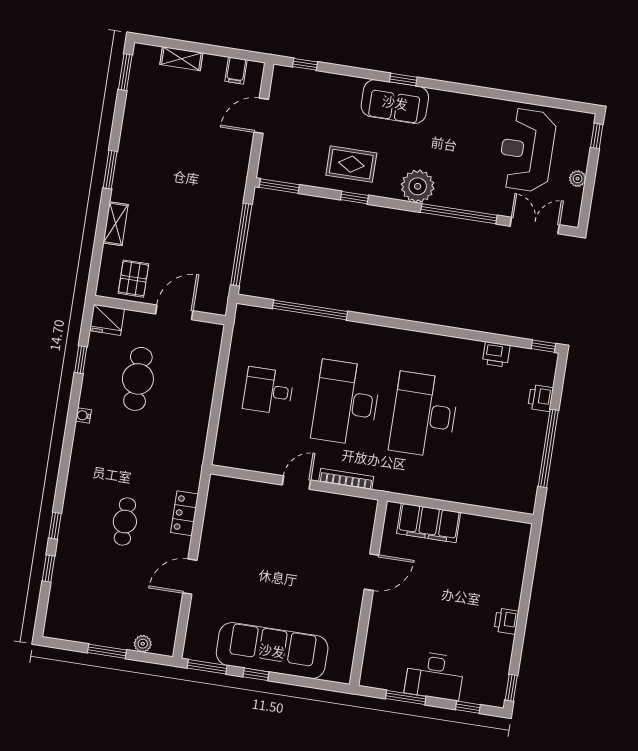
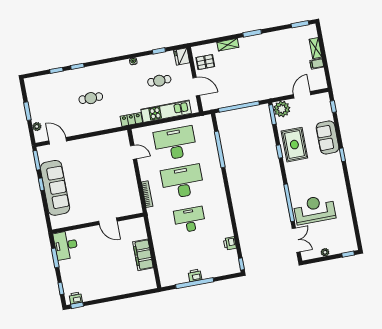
filing cabinet: (236, 71) -> (317, 64), moved
sofa: (395, 102) -> (328, 137), moved
door: (261, 116) -> (302, 95), hinge flipped
reception desk: (527, 150) -> (314, 210), moved
rug: (351, 164) -> (294, 145), width x1.36, depth x1.43
plant: (418, 186) -> (282, 109), moved
cafe table: (138, 379) -> (159, 81), width x0.73, depth x0.74
kitchen unit: (201, 386) -> (166, 111), added
desk: (268, 391) -> (175, 143), width x1.87, depth x1.30
printer: (541, 398) -> (195, 275), moved
desk: (424, 415) -> (190, 220), width x0.73, depth x0.77
door: (296, 483) -> (134, 152), moved
locker: (185, 513) -> (131, 119), moved
filing cabinet: (429, 523) -> (143, 255), moved
door: (190, 577) -> (58, 141), moved
printer: (506, 621) -> (76, 298), moved
desk: (435, 676) -> (66, 245), moved

